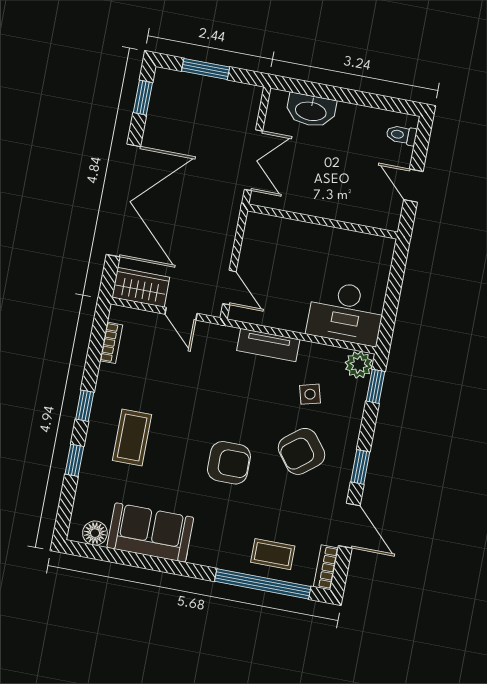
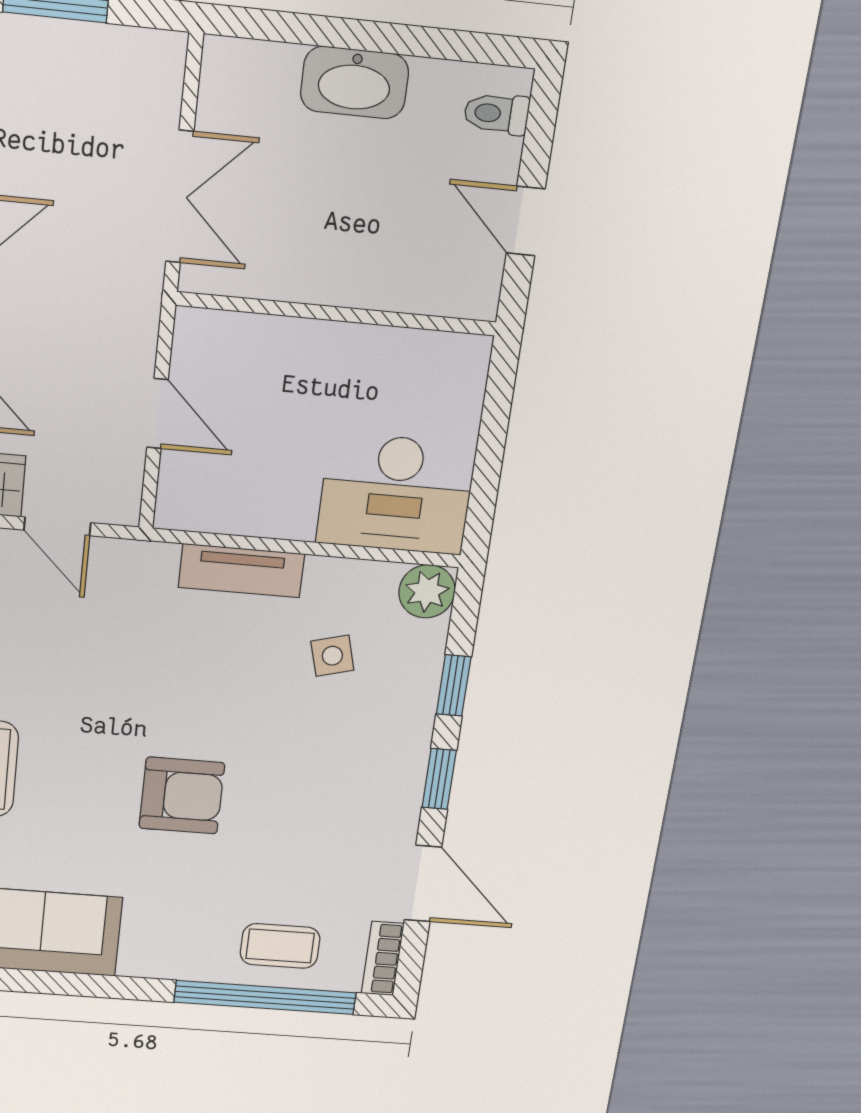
washbasin: (311, 110) -> (355, 83), moved
door: (229, 288) -> (157, 414), moved
window: (375, 386) -> (454, 686), moved
armchair: (302, 451) -> (323, 762), removed

